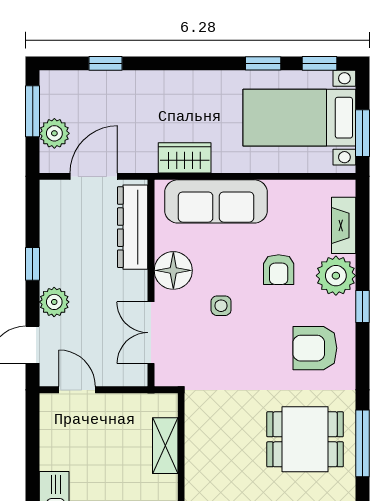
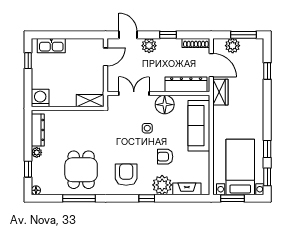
wardrobe: (185, 158) -> (220, 92), moved
shoe rack: (49, 207) -> (196, 43), added
shelving: (165, 446) -> (90, 101), moved

